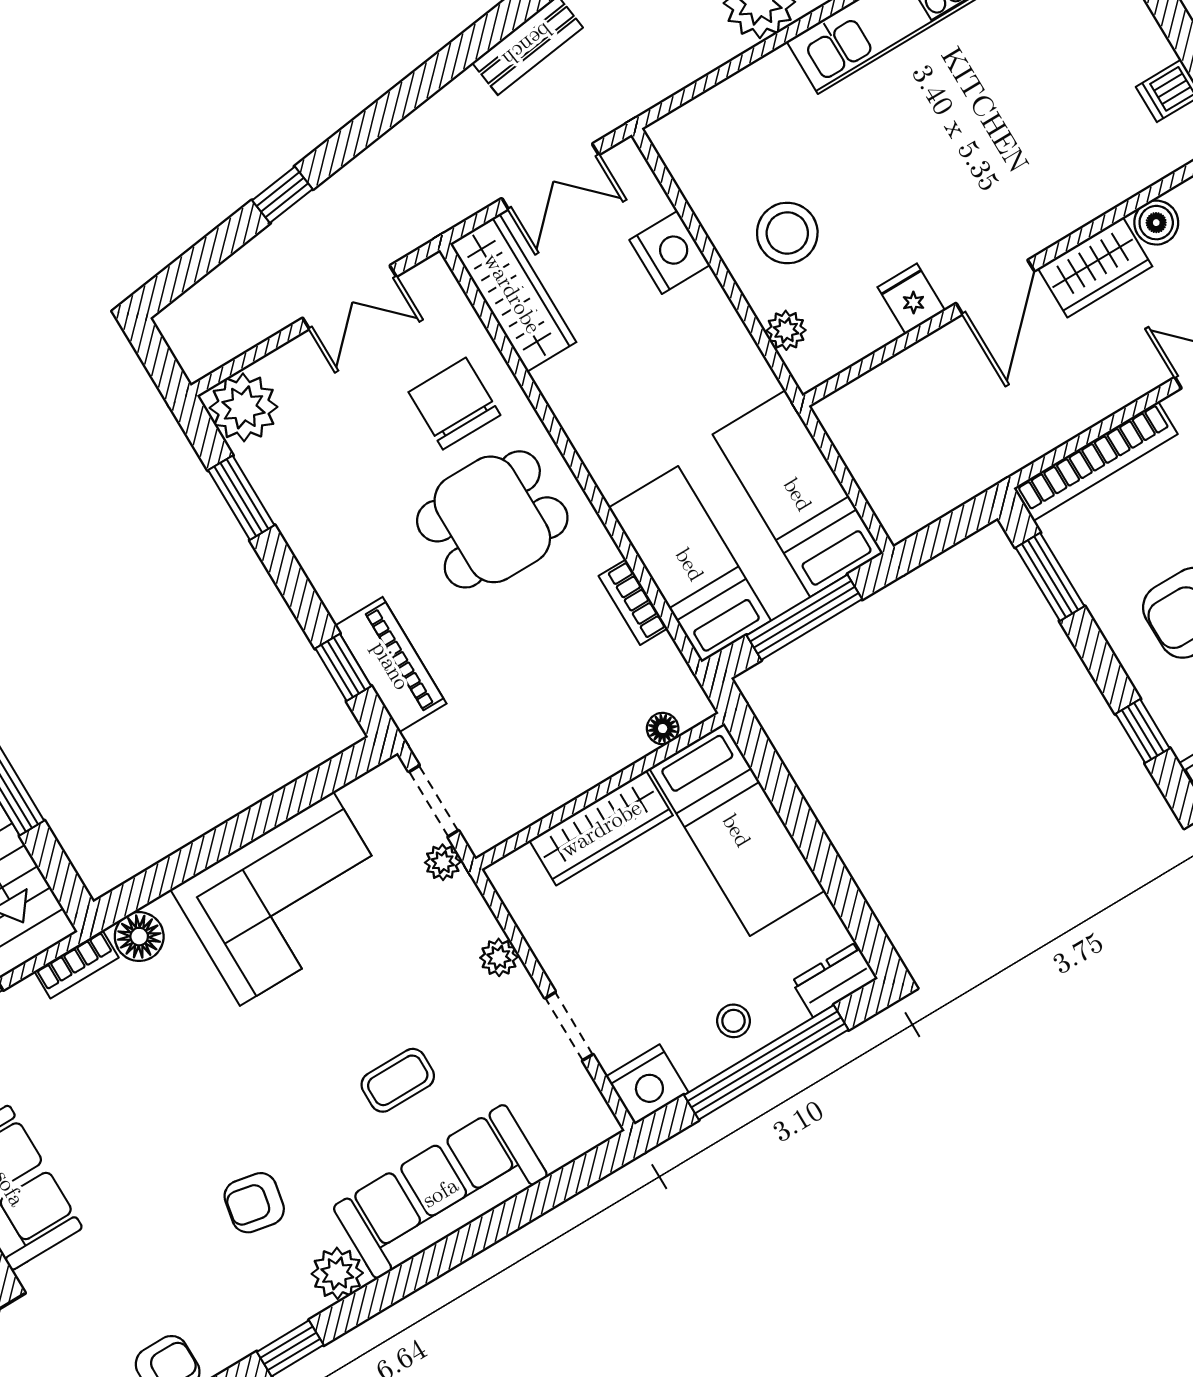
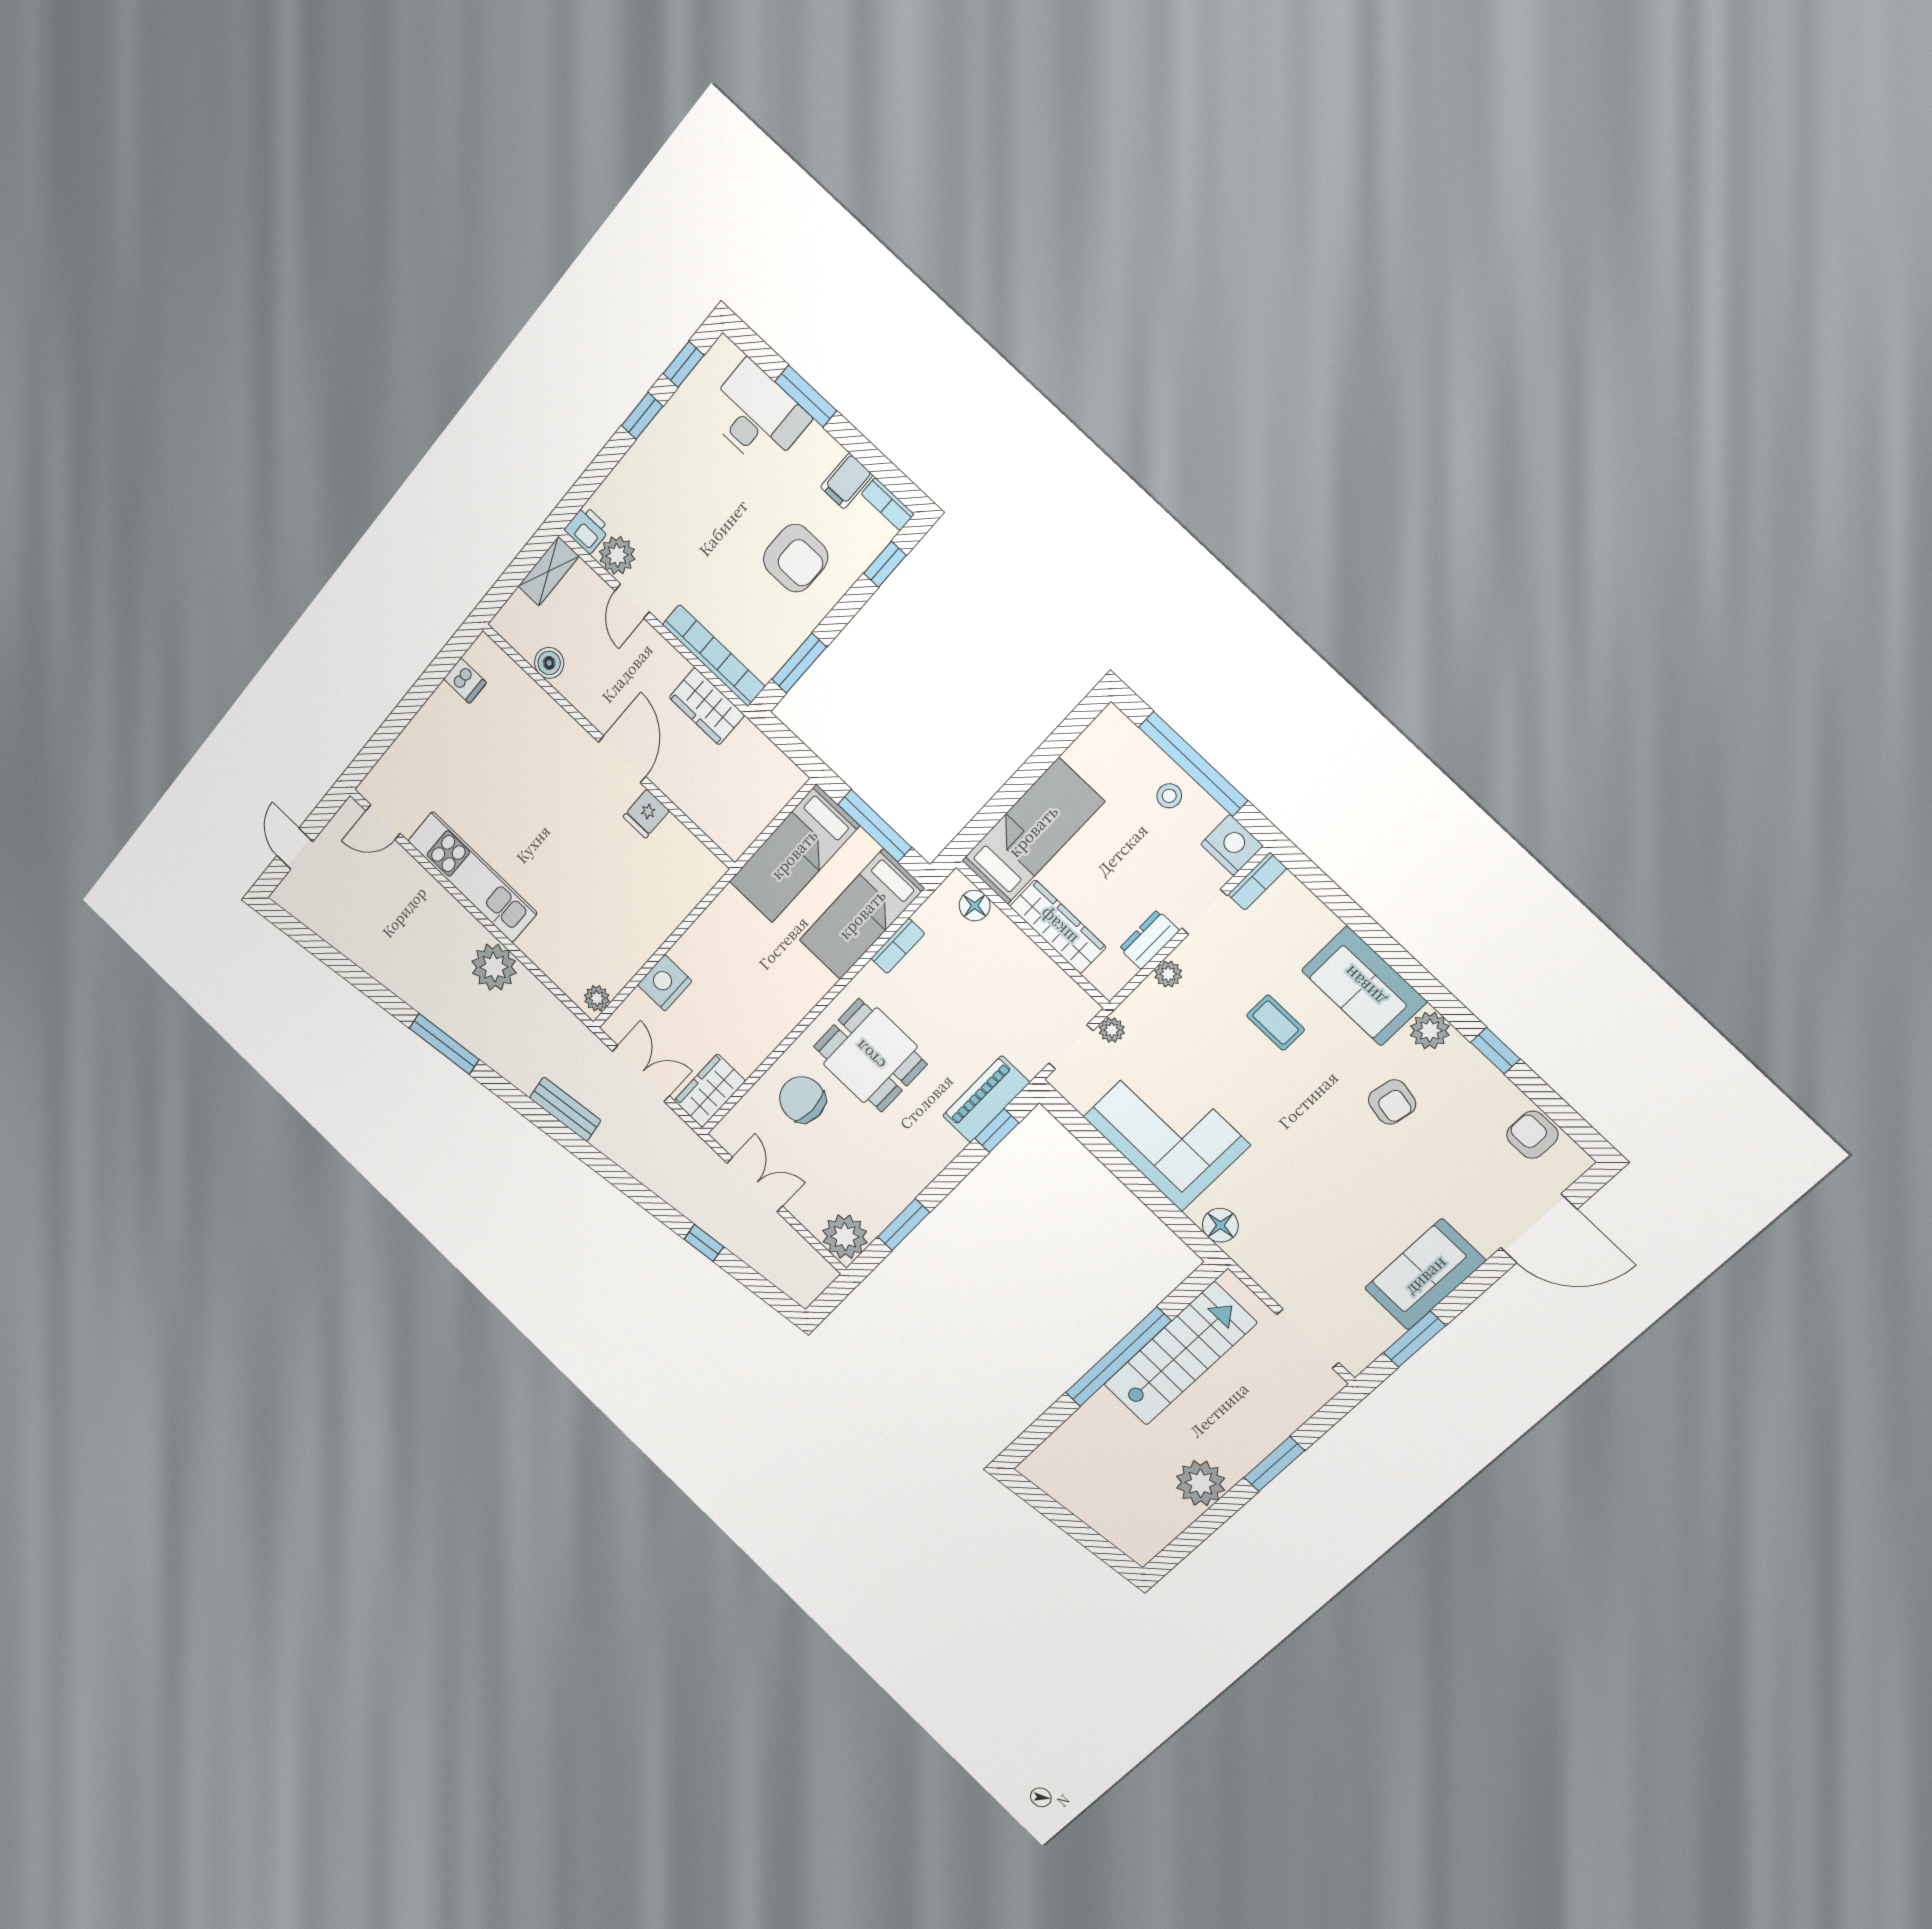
stool: (787, 233) -> (629, 909), removed
wardrobe: (1095, 267) -> (707, 706), moved, turned 180
door: (995, 287) -> (622, 759), hinge flipped
wardrobe: (513, 293) -> (710, 1091), width x0.67
plant: (786, 330) -> (597, 998), moved
chair: (454, 404) -> (802, 1099), turned 90
floor lamp: (663, 729) -> (975, 906), width x1.37, depth x1.37
bookcase: (76, 964) -> (1257, 881), moved, turned 90
dresser: (835, 980) -> (1149, 940), moved, turned 90
sofa: (440, 1192) -> (1364, 986), width x0.73

